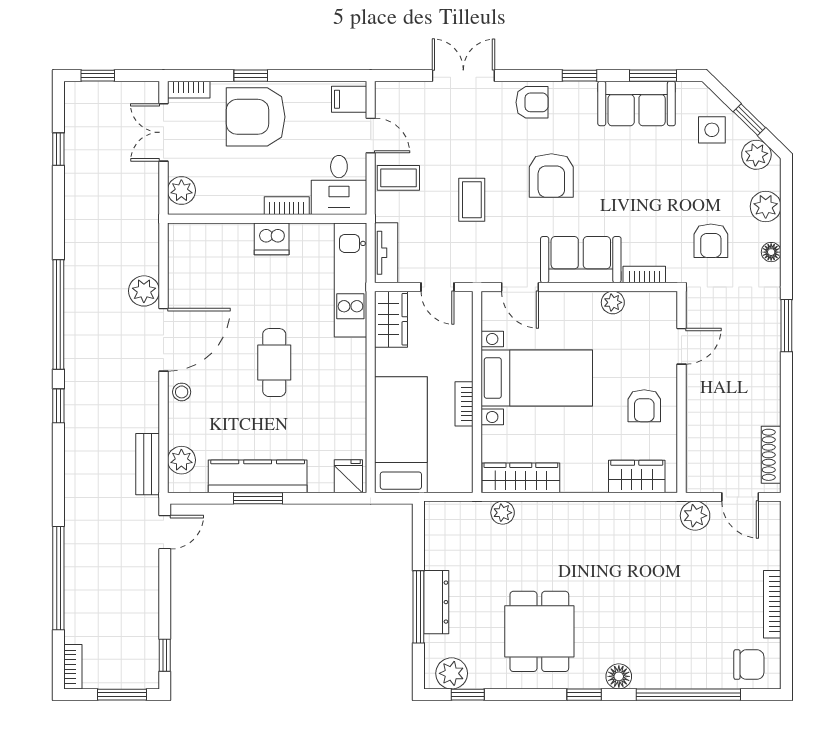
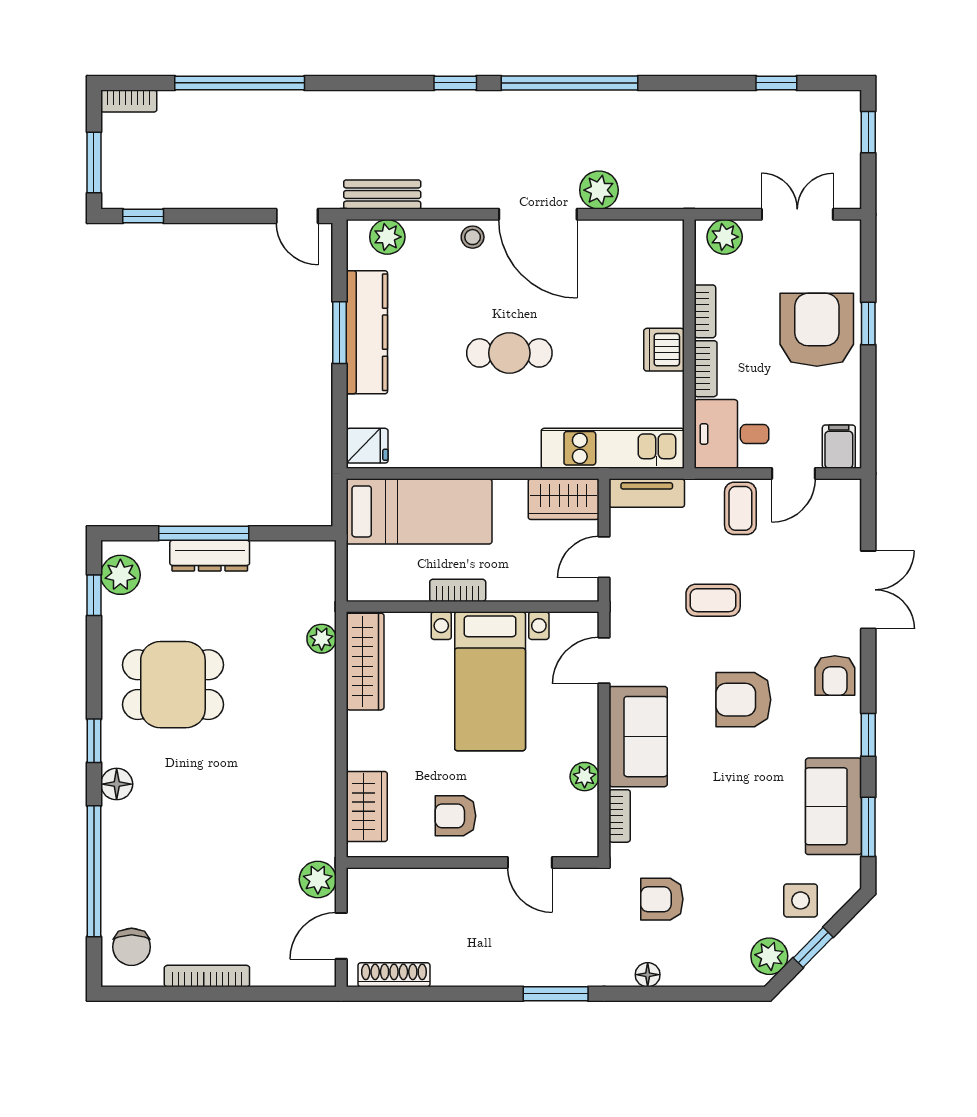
bookcase: (189, 90) -> (705, 311), moved, turned 180
plant: (766, 206) -> (705, 968), removed

